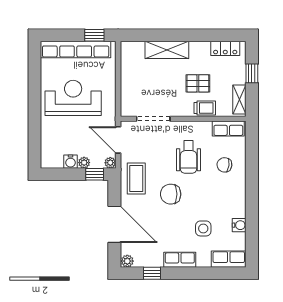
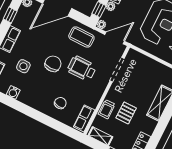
wheelchair: (188, 157) -> (82, 68), moved
chair: (171, 194) -> (53, 64), moved

